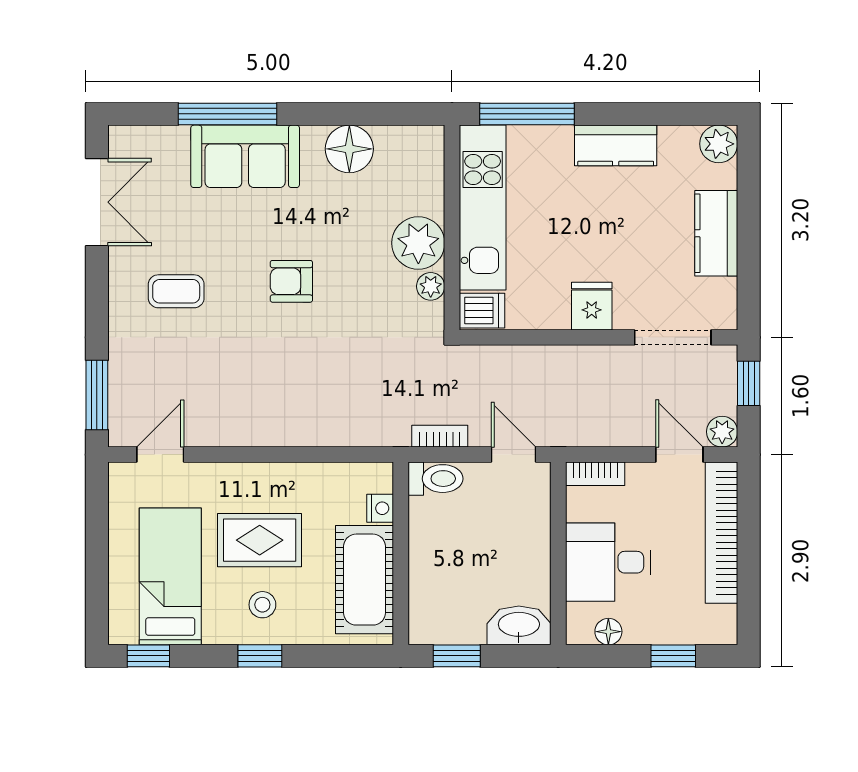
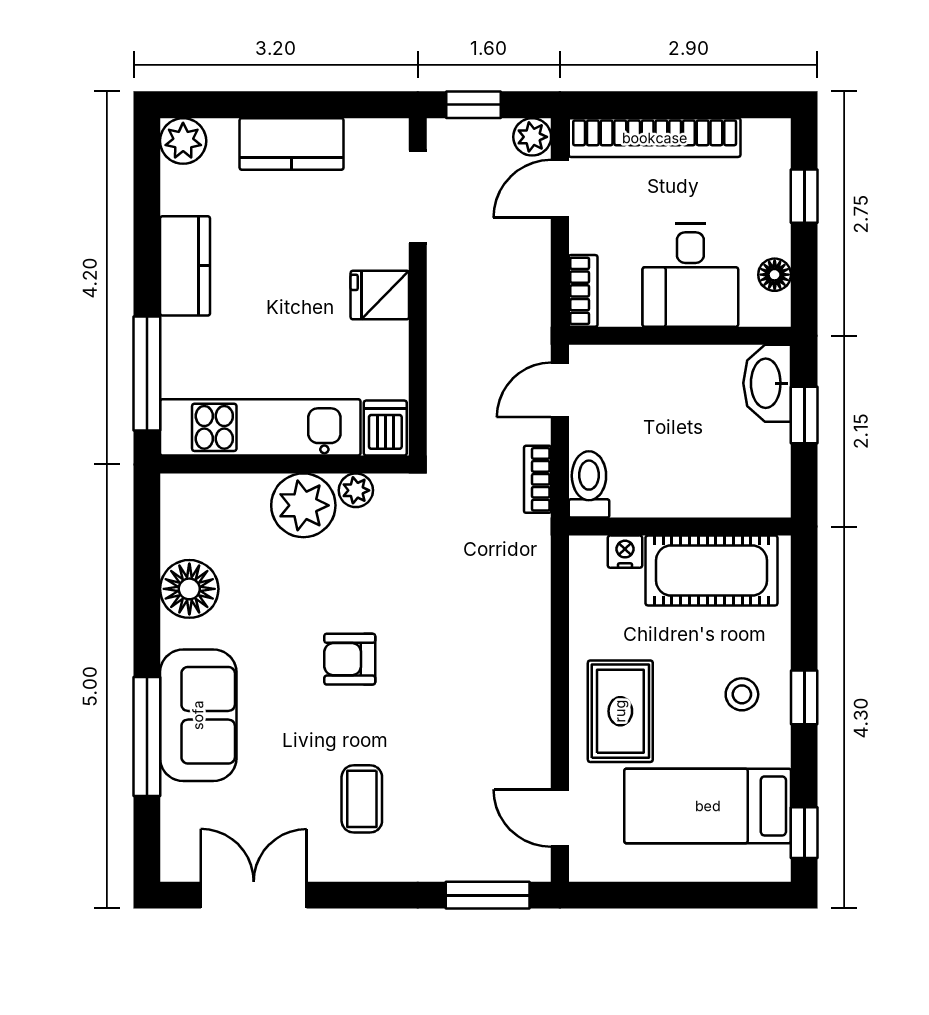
armchair: (291, 281) -> (350, 659), turned 90
rug: (260, 540) -> (620, 711), moved
window: (457, 656) -> (804, 415), moved

